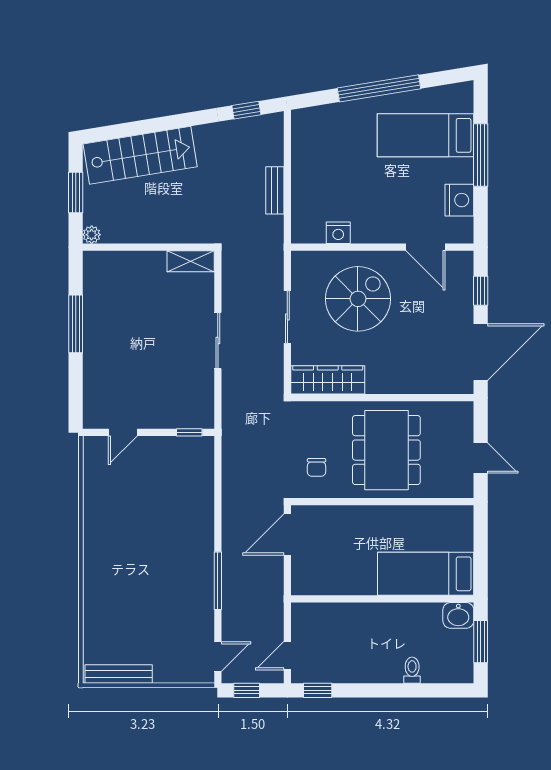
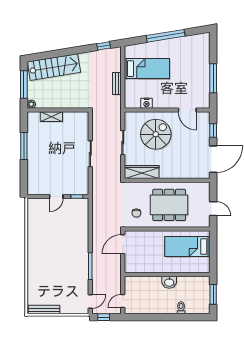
bed: (426, 135) -> (147, 69), moved, turned 180
window: (481, 155) -> (213, 78), moved
window: (76, 193) -> (24, 84), width x1.44
nightstand: (459, 200) -> (203, 88), removed
shelving: (191, 261) -> (51, 117), moved
door: (123, 432) -> (56, 197), moved
dining table: (386, 450) -> (169, 205), turned 90
bed: (426, 574) -> (187, 247), moved
washbasin: (458, 615) -> (169, 282), moved
window: (318, 690) -> (137, 317), removed

